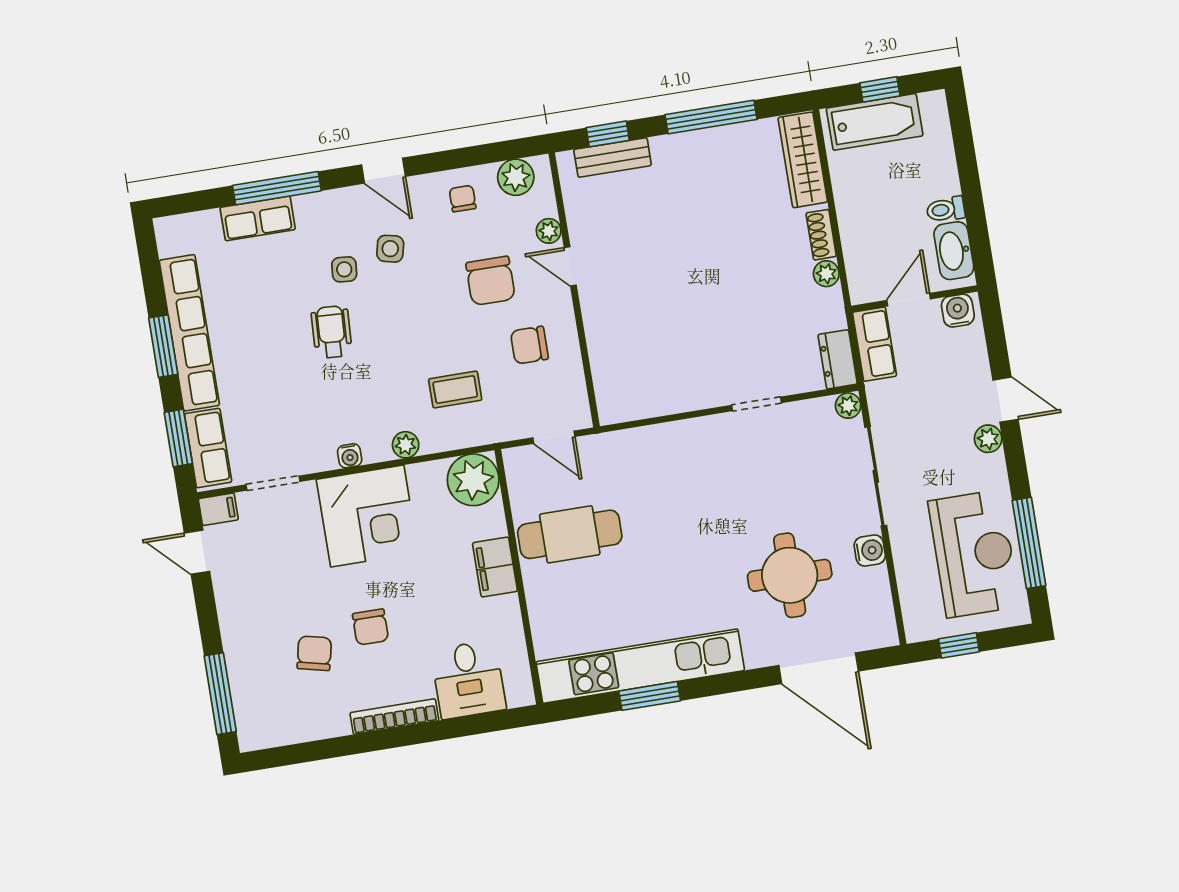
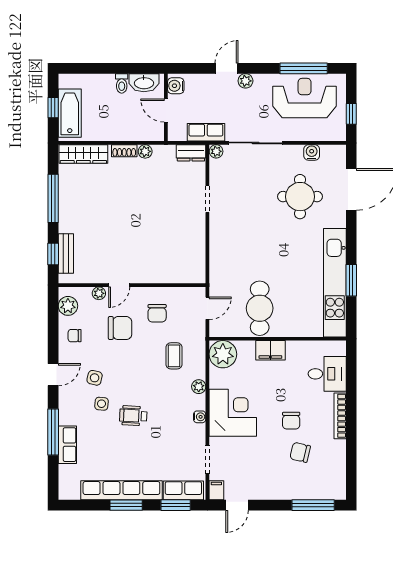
row of seats: (874, 344) -> (206, 132), moved
water cooler: (870, 551) -> (312, 152), moved
chair: (370, 627) -> (291, 421), turned 90

